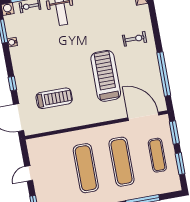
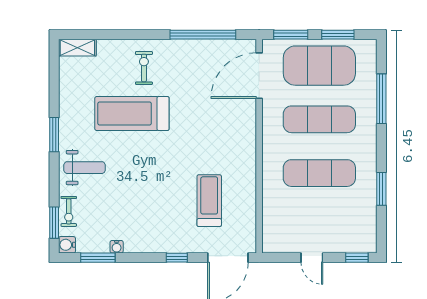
treadmill: (106, 76) -> (132, 114), moved
exercise mat: (157, 155) -> (319, 66), width x2.00, depth x1.45

